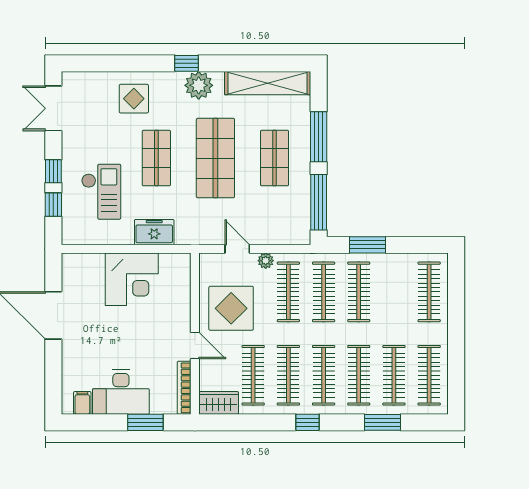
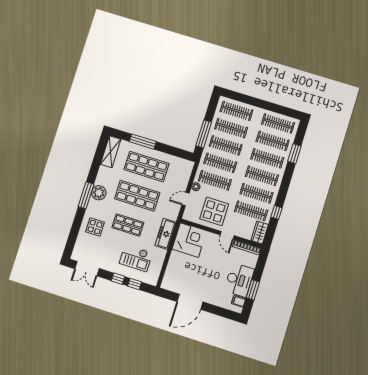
window: (186, 63) -> (86, 195), width x2.17
shelving: (268, 83) -> (111, 152), width x0.68
shop shelf: (275, 158) -> (146, 166), width x1.43, depth x1.36
checkout: (101, 192) -> (136, 258), turned 180
window: (319, 202) -> (175, 152), removed
freezer: (154, 232) -> (165, 234), width x1.40
window: (367, 245) -> (204, 134), width x1.44
corner desk: (132, 279) -> (189, 240), moved
clothes rail: (394, 292) -> (231, 128), added
door: (195, 345) -> (227, 235), swing flipped
window: (145, 422) -> (253, 290), moved
window: (308, 422) -> (277, 212), moved

